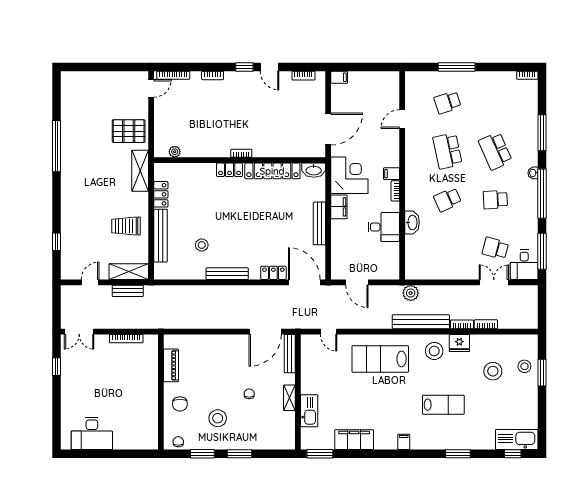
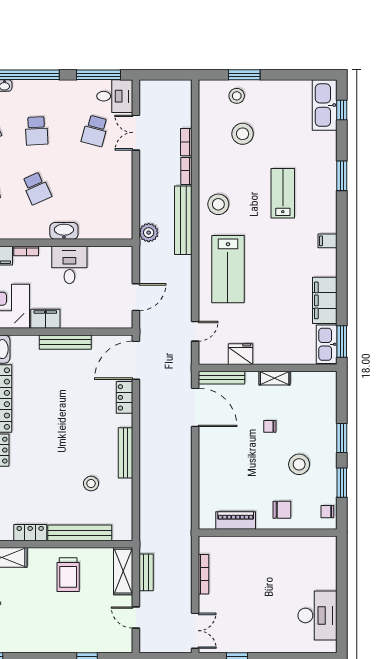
fridge: (459, 343) -> (240, 354), moved, turned -90
kitchen sink: (309, 411) -> (327, 344), moved, turned -90

